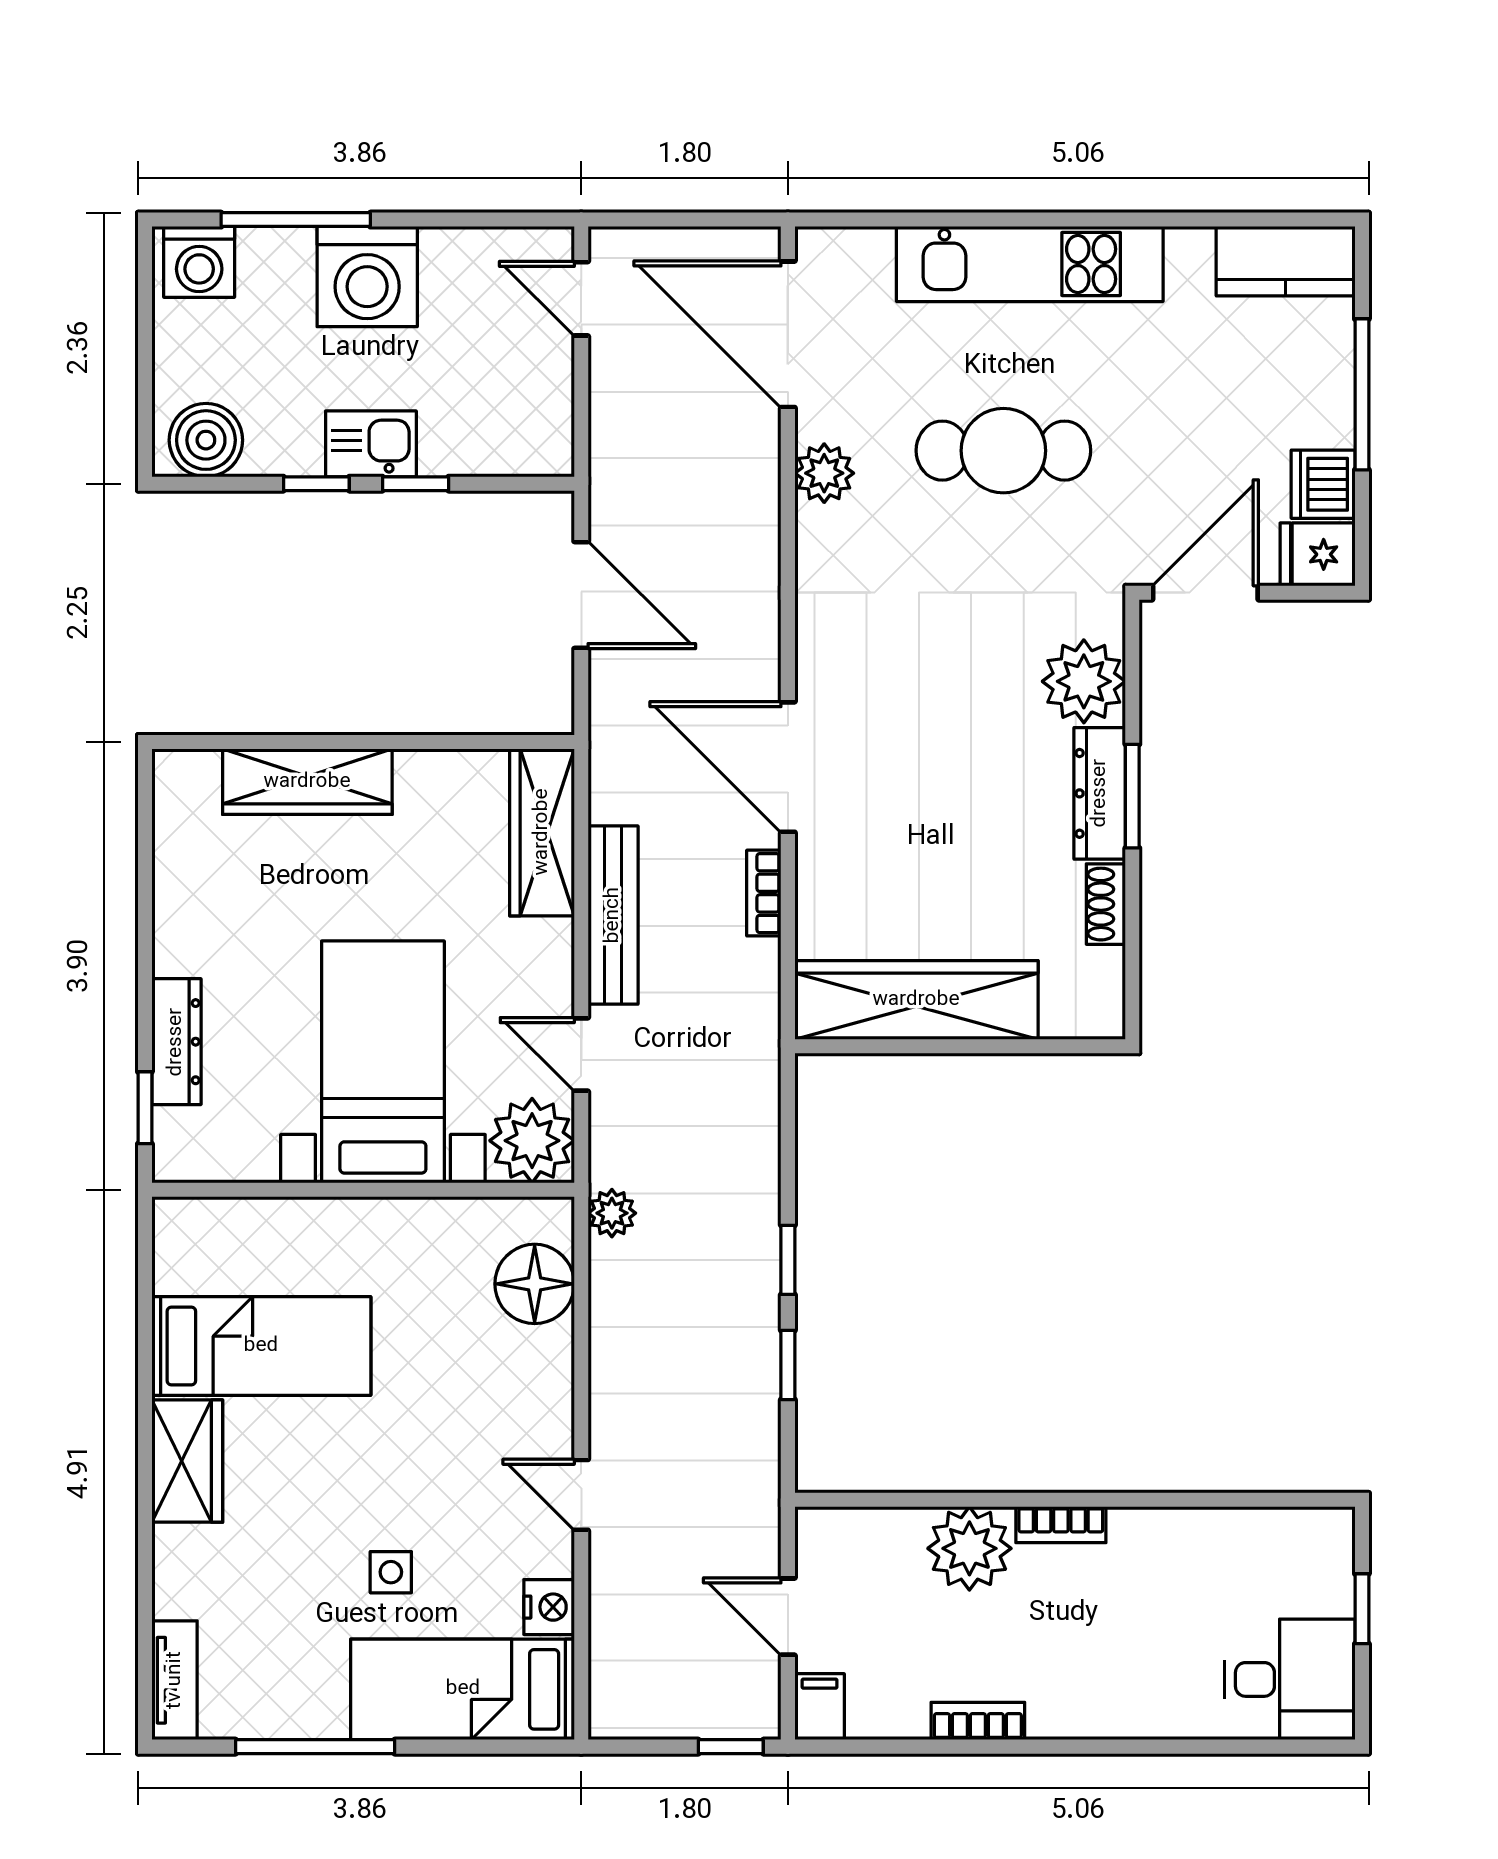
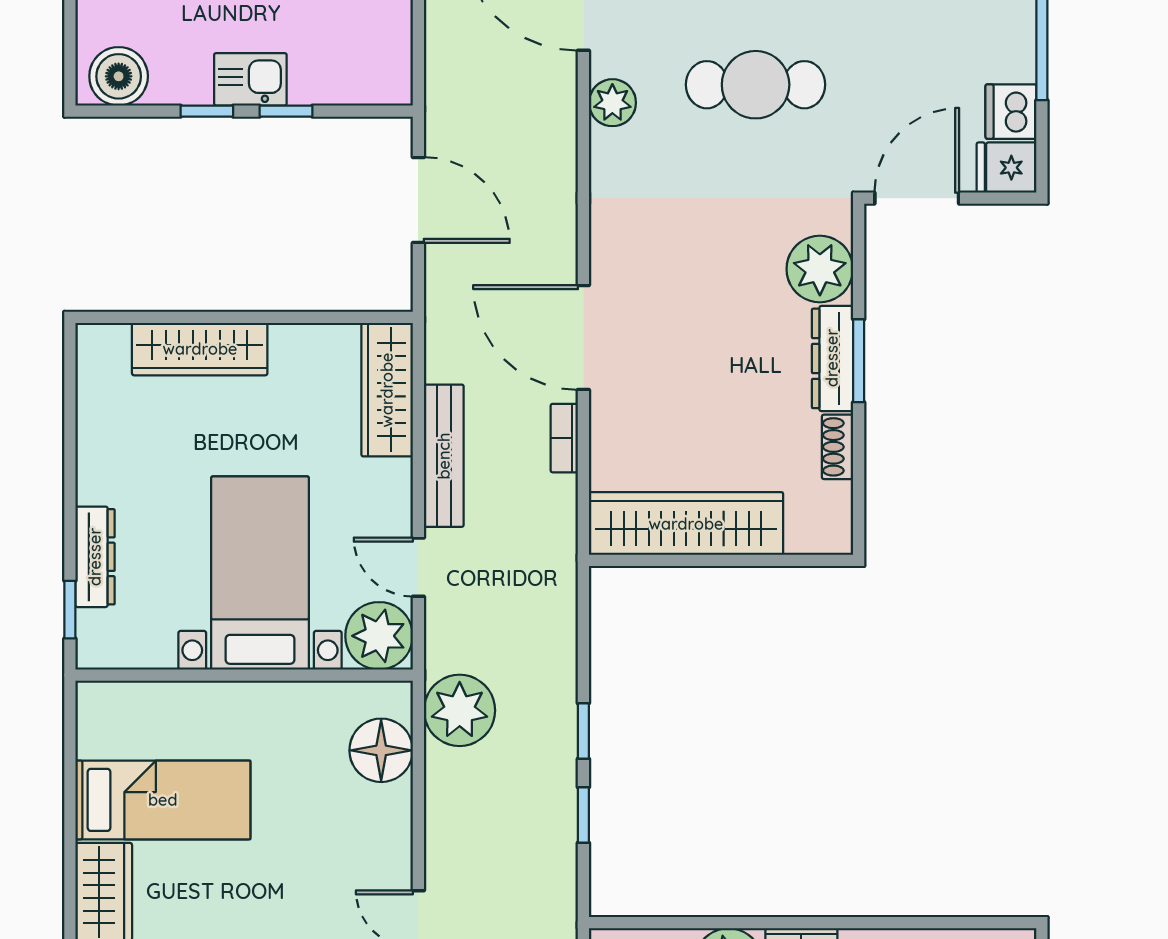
plant: (612, 1213) -> (460, 710), width x1.87, depth x1.87

